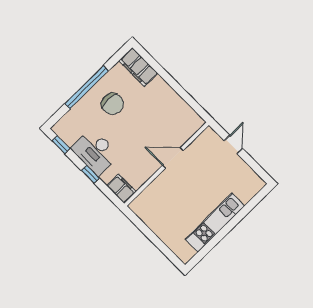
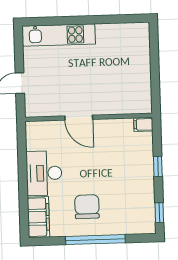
desk: (95, 152) -> (44, 173), moved, turned 180
filing cabinet: (121, 189) -> (143, 124), width x0.50
kitchen unit: (215, 223) -> (59, 35), moved

